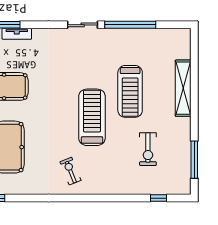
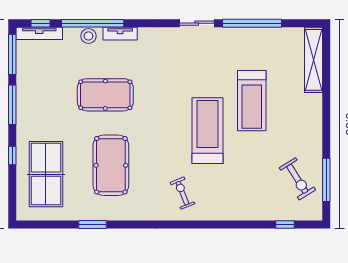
shelving: (183, 88) -> (313, 60), moved
exercise bike: (148, 149) -> (297, 179), moved, turned -32

